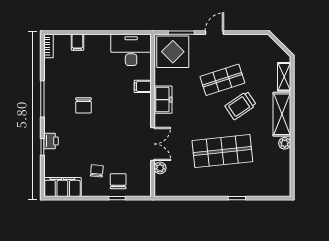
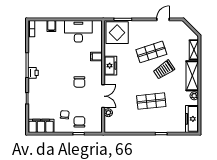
door: (214, 33) -> (163, 19), moved
desk: (131, 50) -> (78, 31), moved
chair: (83, 105) -> (79, 82), moved
printer: (51, 141) -> (33, 73), moved
shop shelf: (222, 151) -> (151, 101), width x0.70, depth x0.74
freezer: (281, 177) -> (192, 119), added

